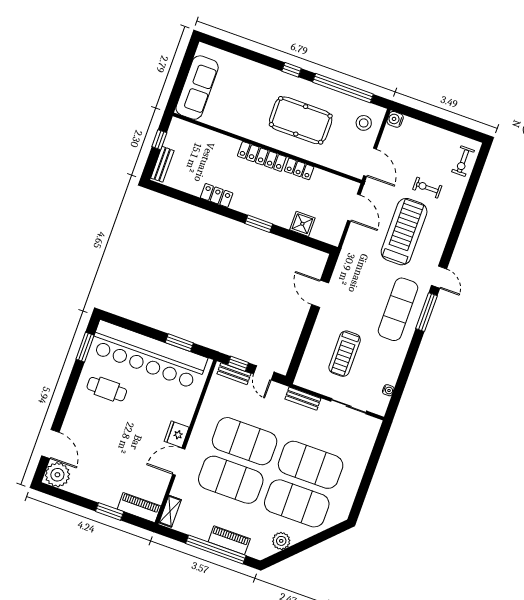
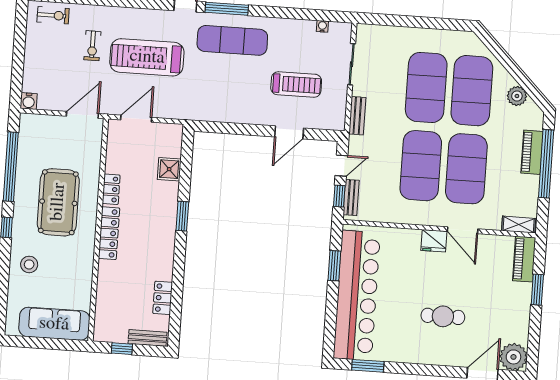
stool: (364, 123) -> (29, 264), moved
locker: (217, 195) -> (163, 298), moved
door: (320, 294) -> (289, 132), moved
cafe table: (107, 389) -> (443, 316), moved, turned 90

